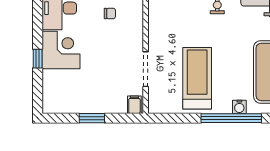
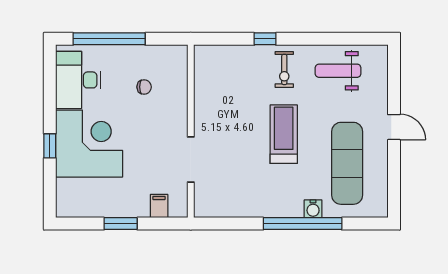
corner desk: (61, 50) -> (89, 144), width x1.36, depth x1.36
treadmill: (197, 78) -> (284, 134), moved, width x0.73, depth x0.73
filing cabinet: (134, 105) -> (159, 206), moved

